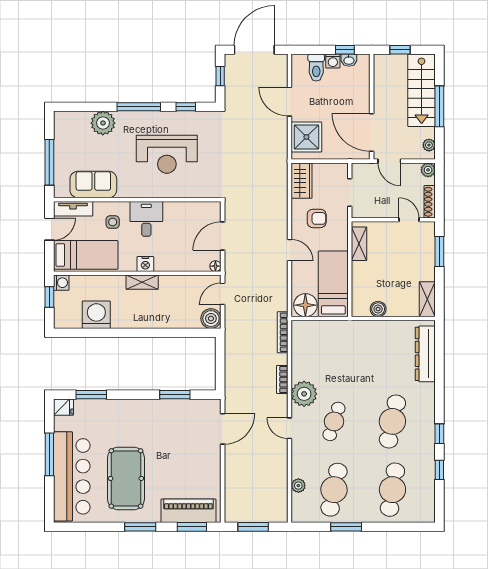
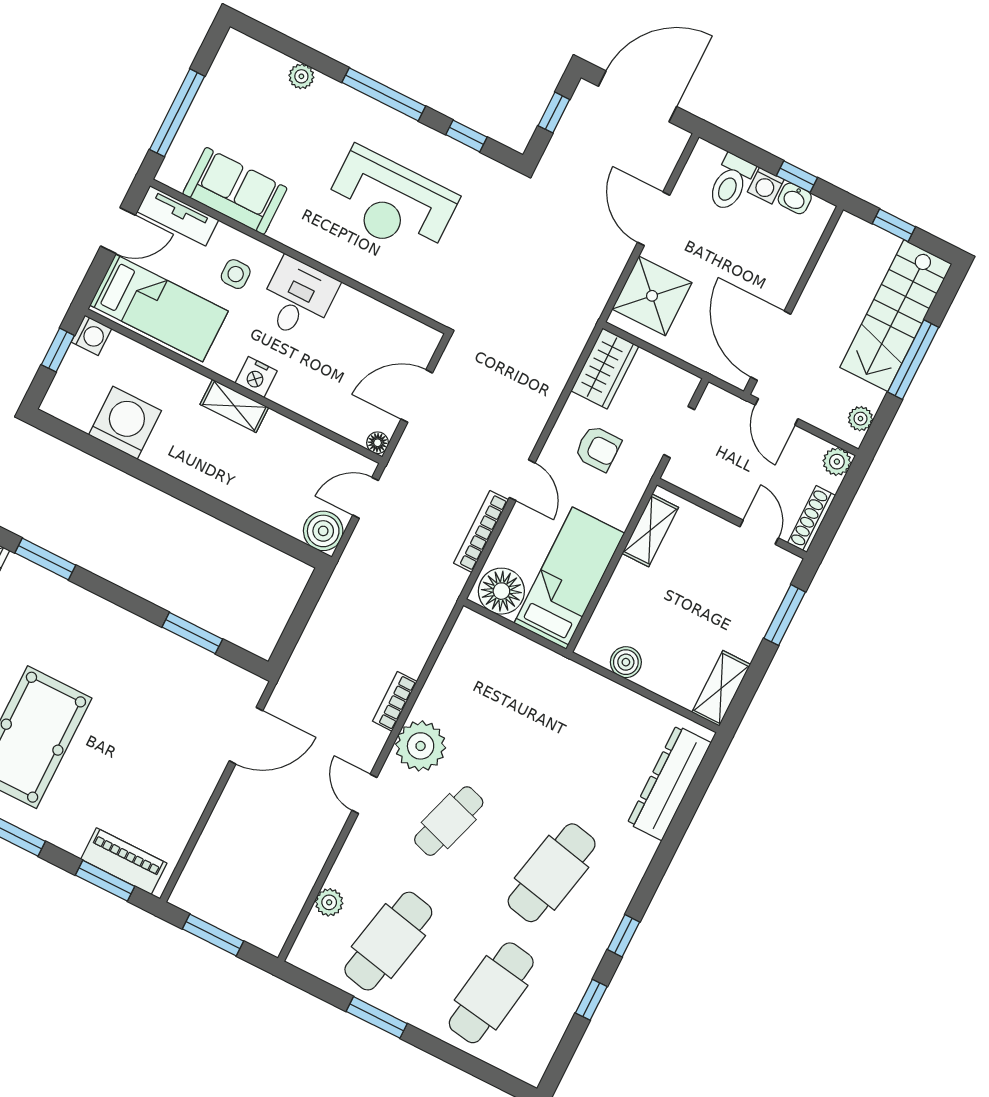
plant: (103, 123) -> (301, 76), width x0.53, depth x0.53
bookcase: (283, 332) -> (481, 531), moved
piano: (188, 511) -> (124, 861), width x0.73, depth x0.75

